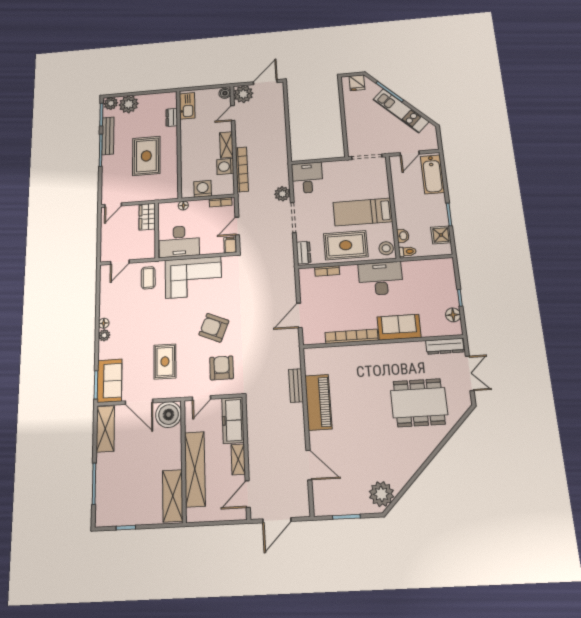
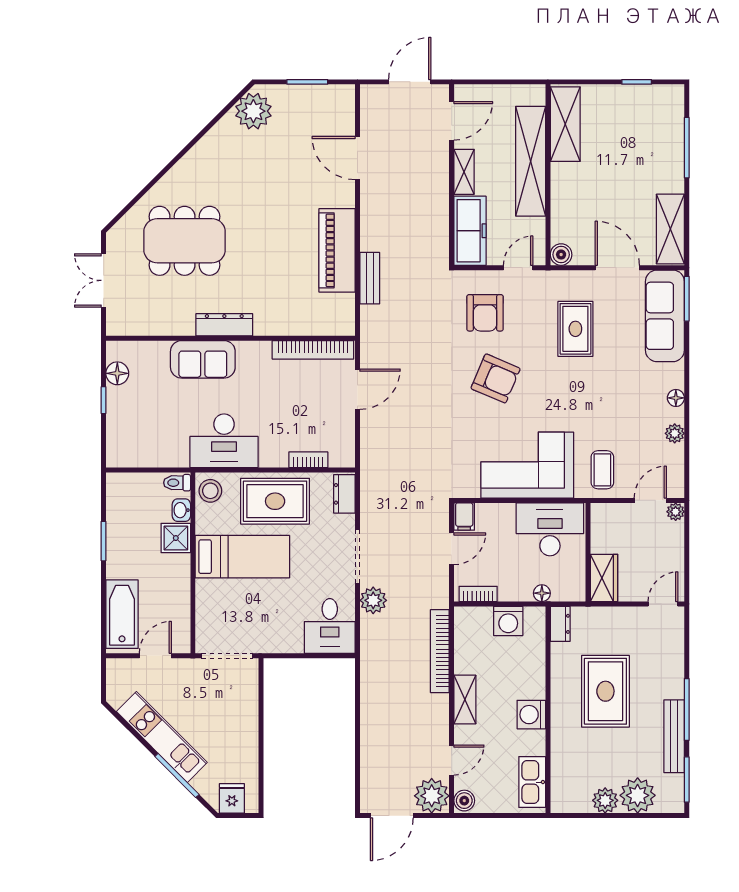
plant: (111, 103) -> (605, 800), moved
dresser: (172, 117) -> (560, 624), moved
washing machine: (225, 166) -> (531, 715), moved, turned 180
shower: (441, 235) -> (176, 538), moved
plant: (105, 257) -> (676, 512), added
plant: (104, 335) -> (675, 433), moved
bookcase: (352, 336) -> (313, 350), moved
dresser: (445, 346) -> (224, 325), moved
sofa: (109, 381) -> (665, 316), width x1.36
boiler: (169, 415) -> (561, 255), width x0.54, depth x0.54

